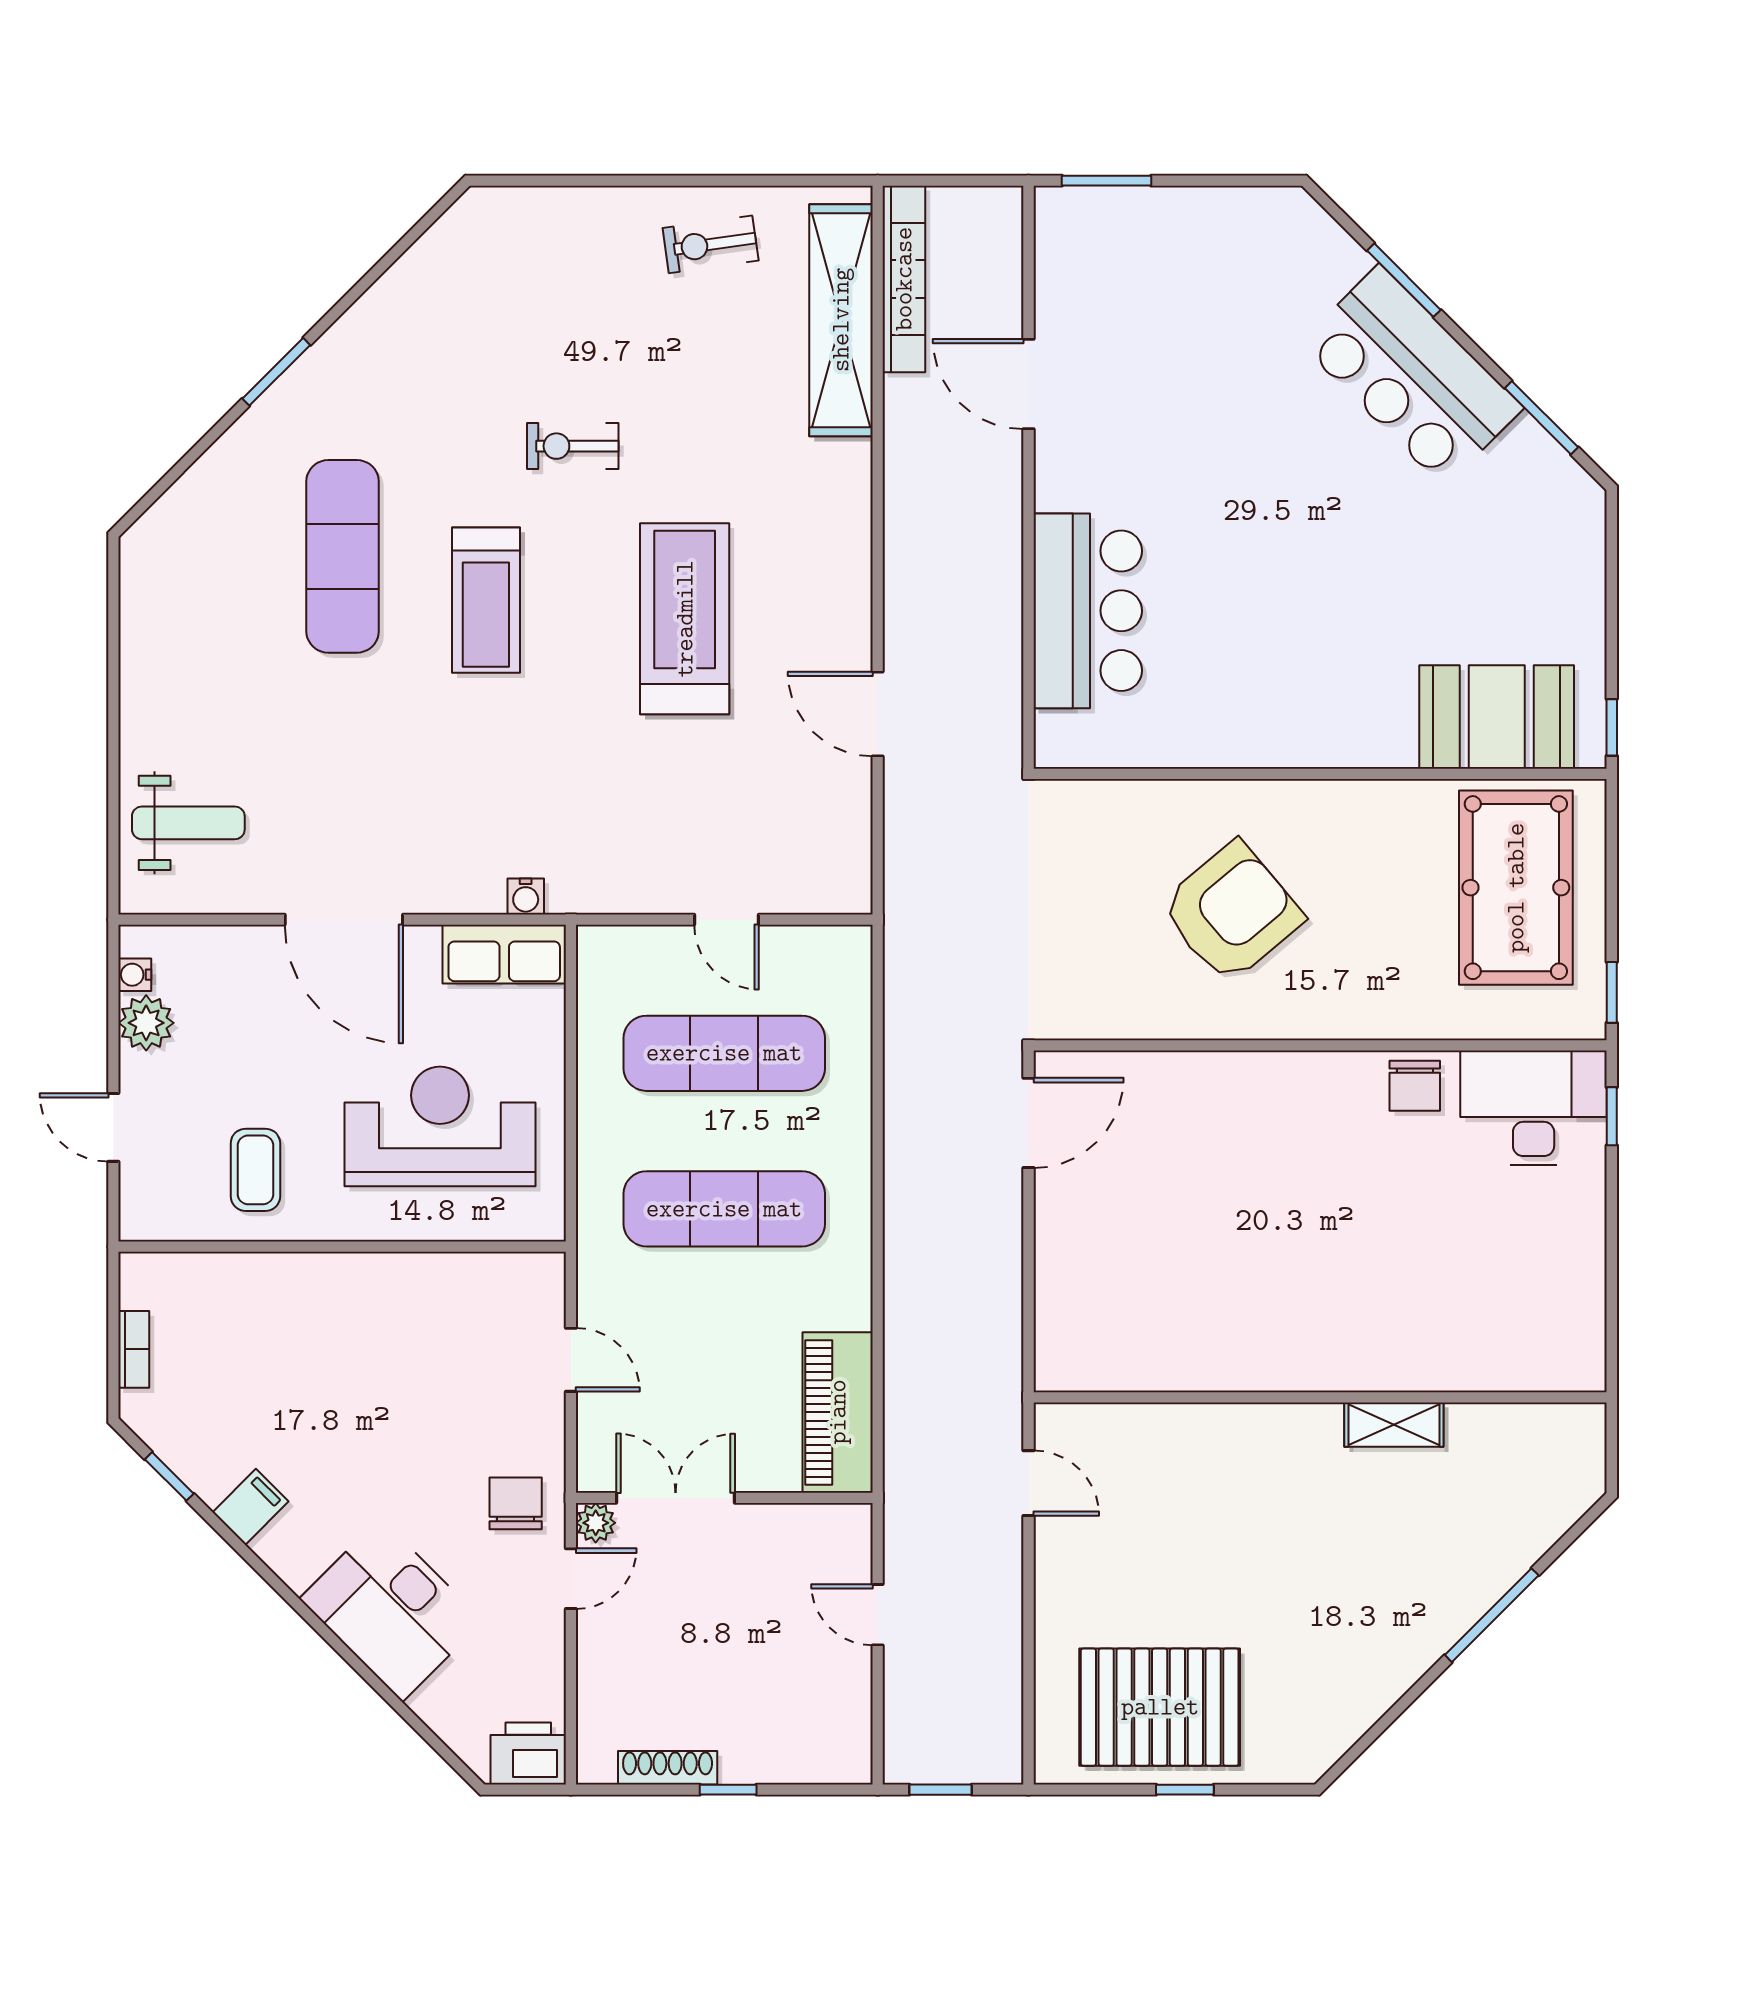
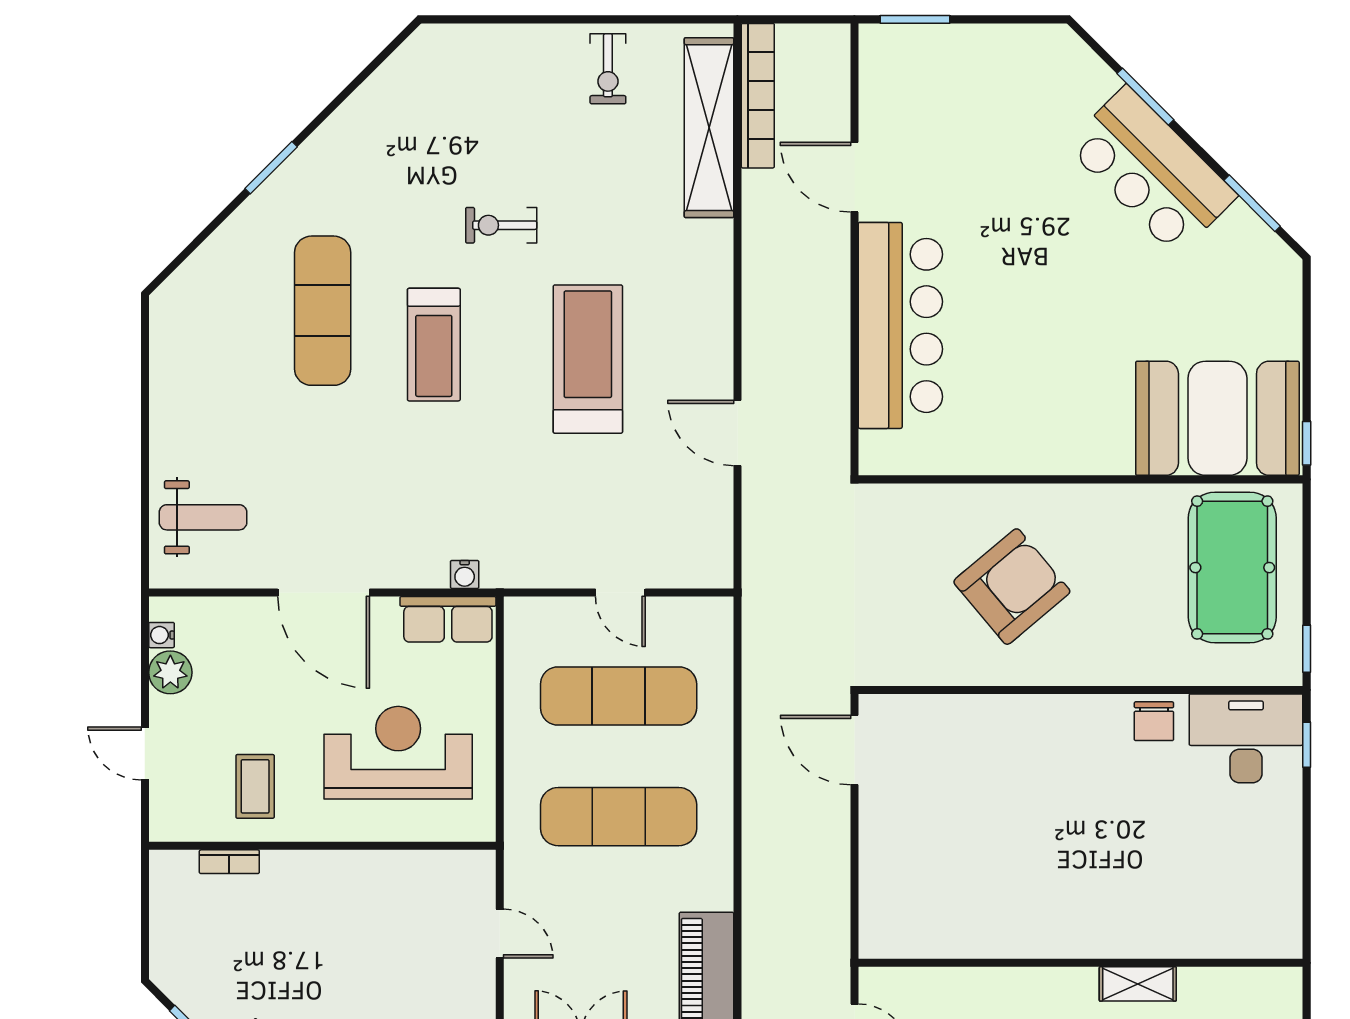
exercise bike: (711, 244) -> (608, 69), turned -82
bar counter: (1088, 611) -> (900, 325), width x1.36
booth: (1497, 717) -> (1217, 418), width x1.36, depth x1.42
door: (1028, 1123) -> (854, 750), swing flipped
bookcase: (134, 1349) -> (229, 862), moved, turned 90

